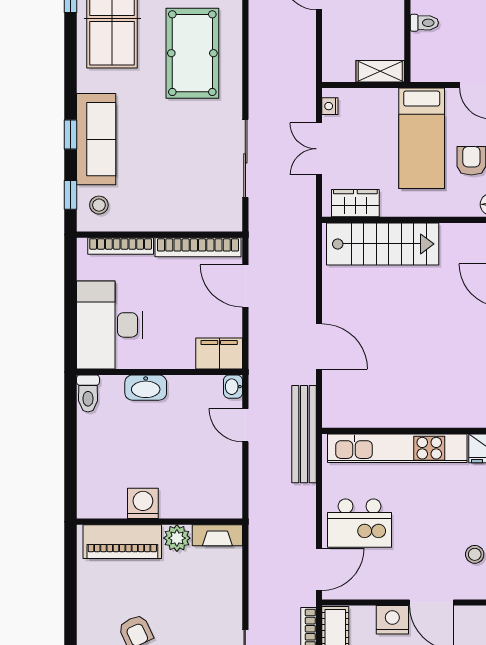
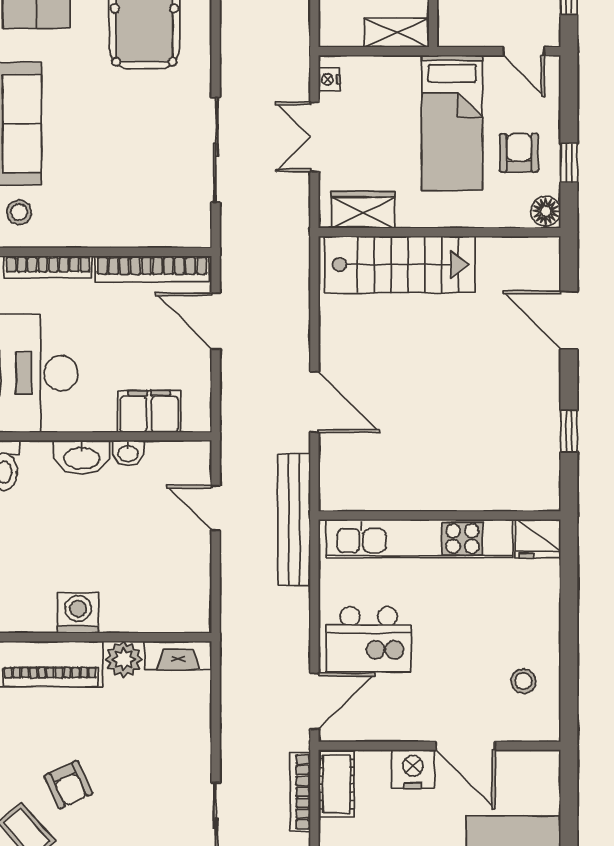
filing cabinet: (219, 353) -> (149, 411), moved
washbasin: (233, 387) -> (128, 453), moved, turned -90

